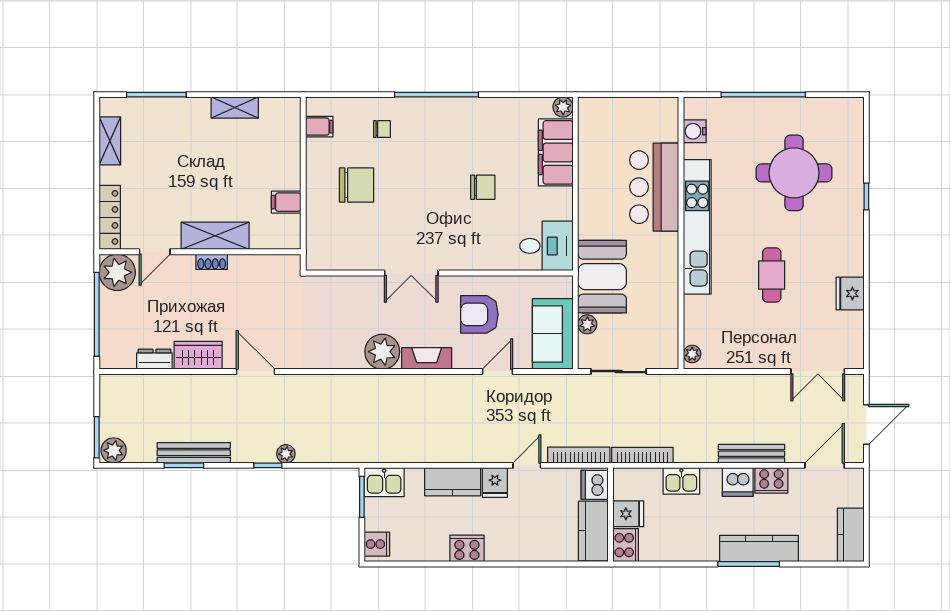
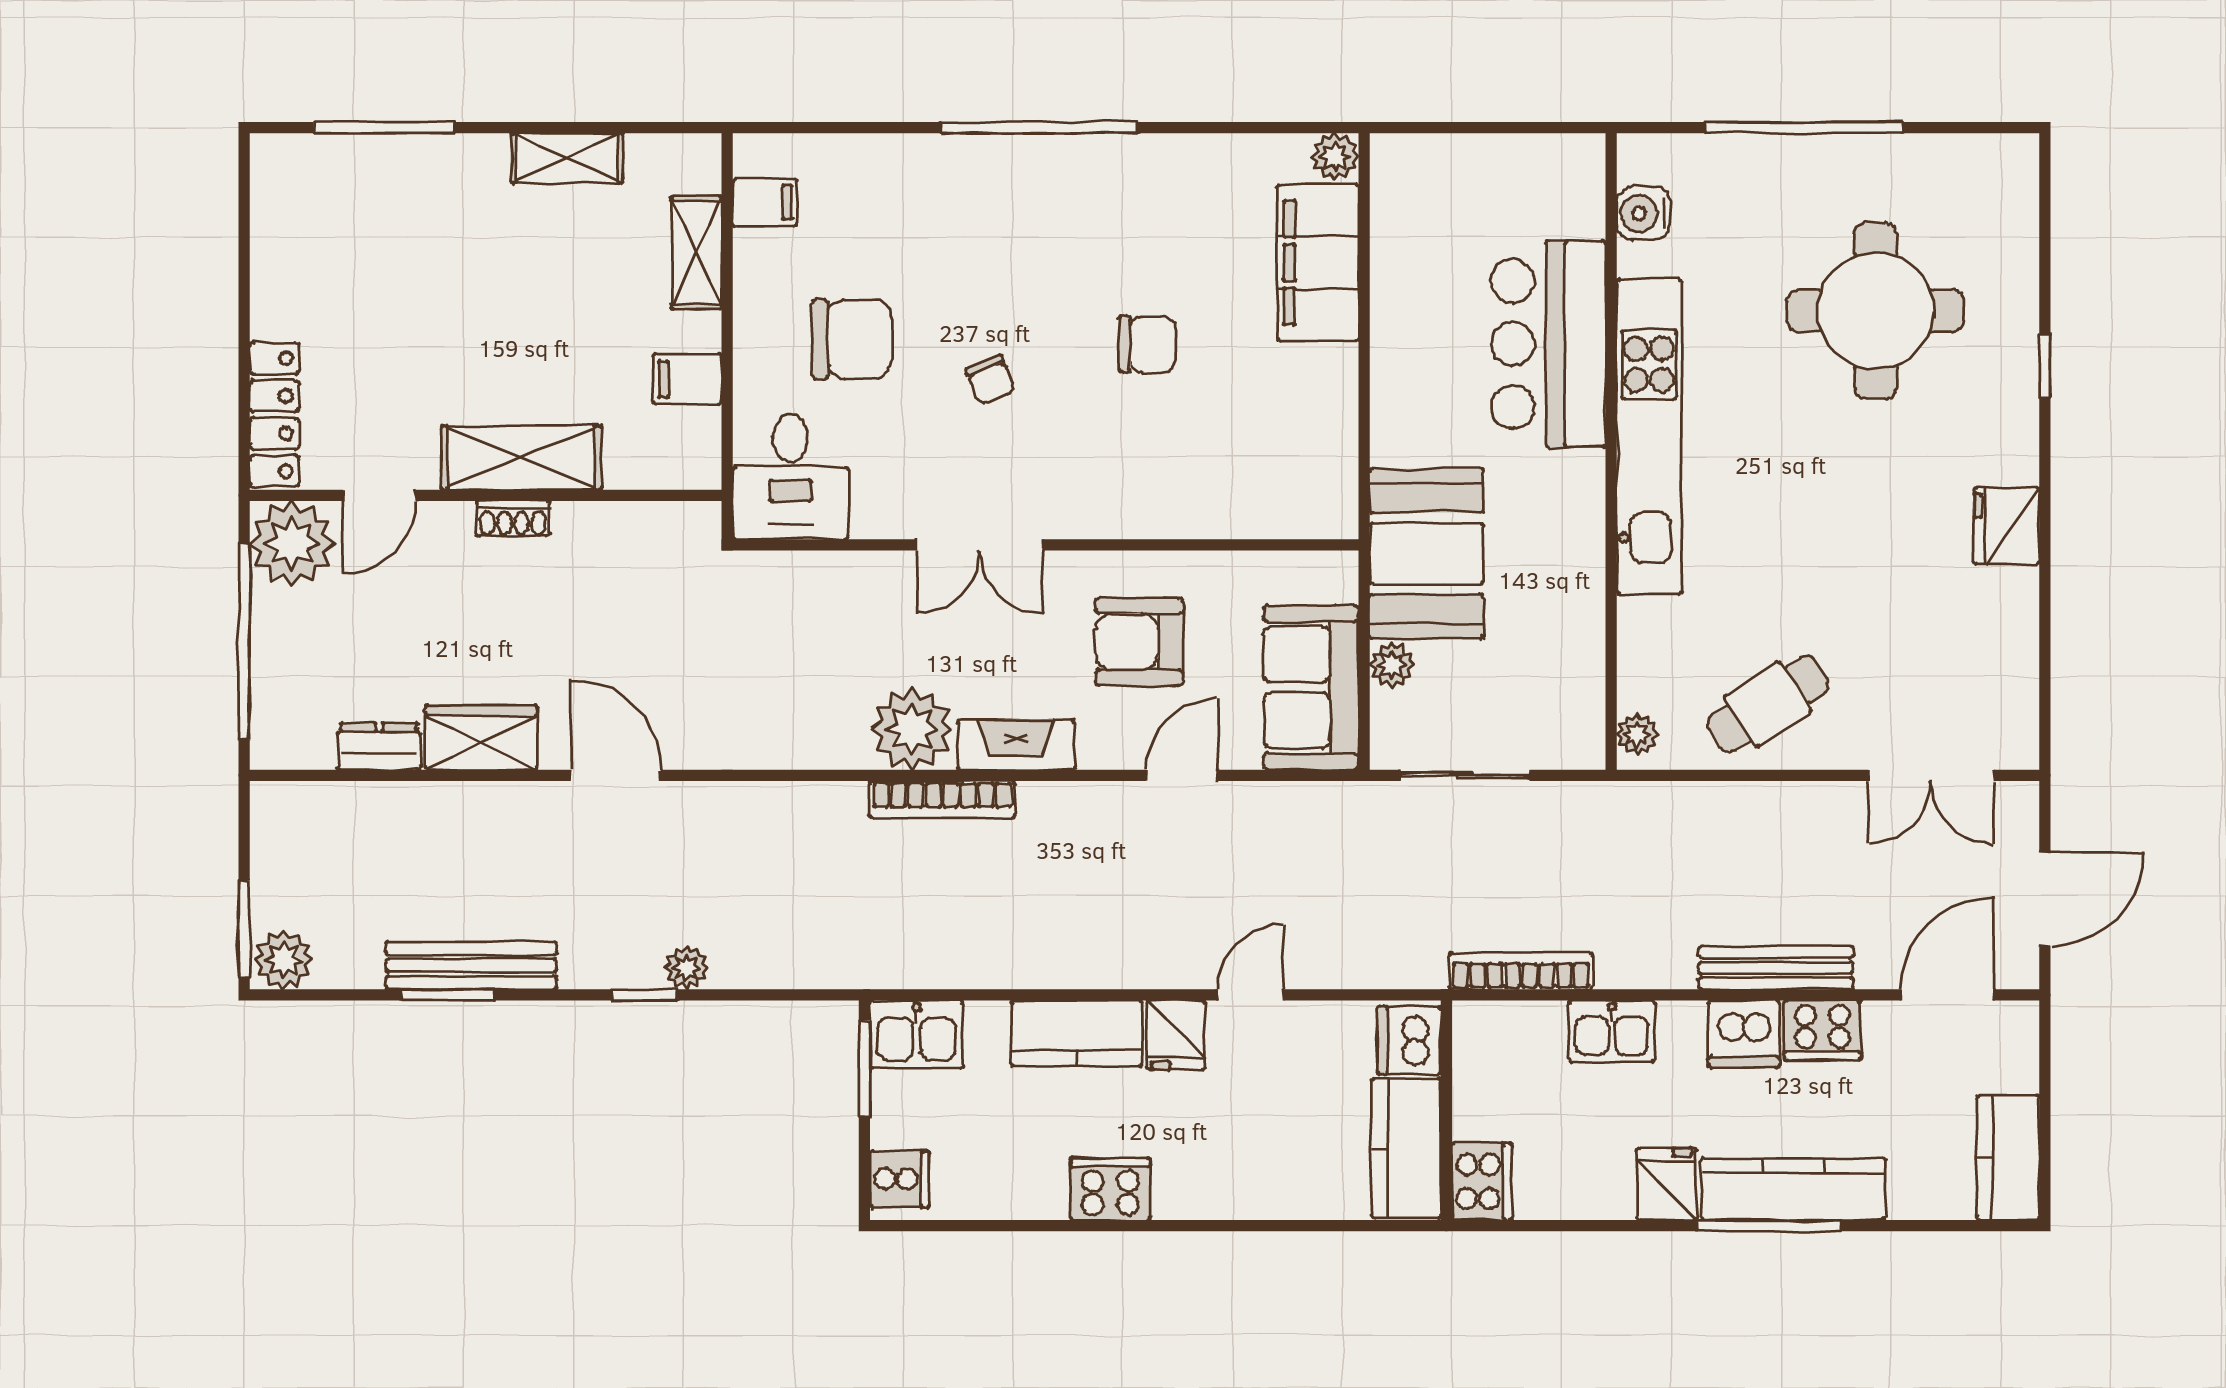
chair: (382, 129) -> (990, 380), moved, turned 68
shelving: (110, 141) -> (696, 252), moved
desk: (546, 246) -> (790, 477), moved, turned 90
cafe table: (772, 275) -> (1768, 704), moved, turned 57
fridge: (850, 293) -> (2007, 526), moved
bookcase: (579, 455) -> (942, 799), moved, turned 180
fridge: (628, 514) -> (1667, 1184), moved, turned -90

